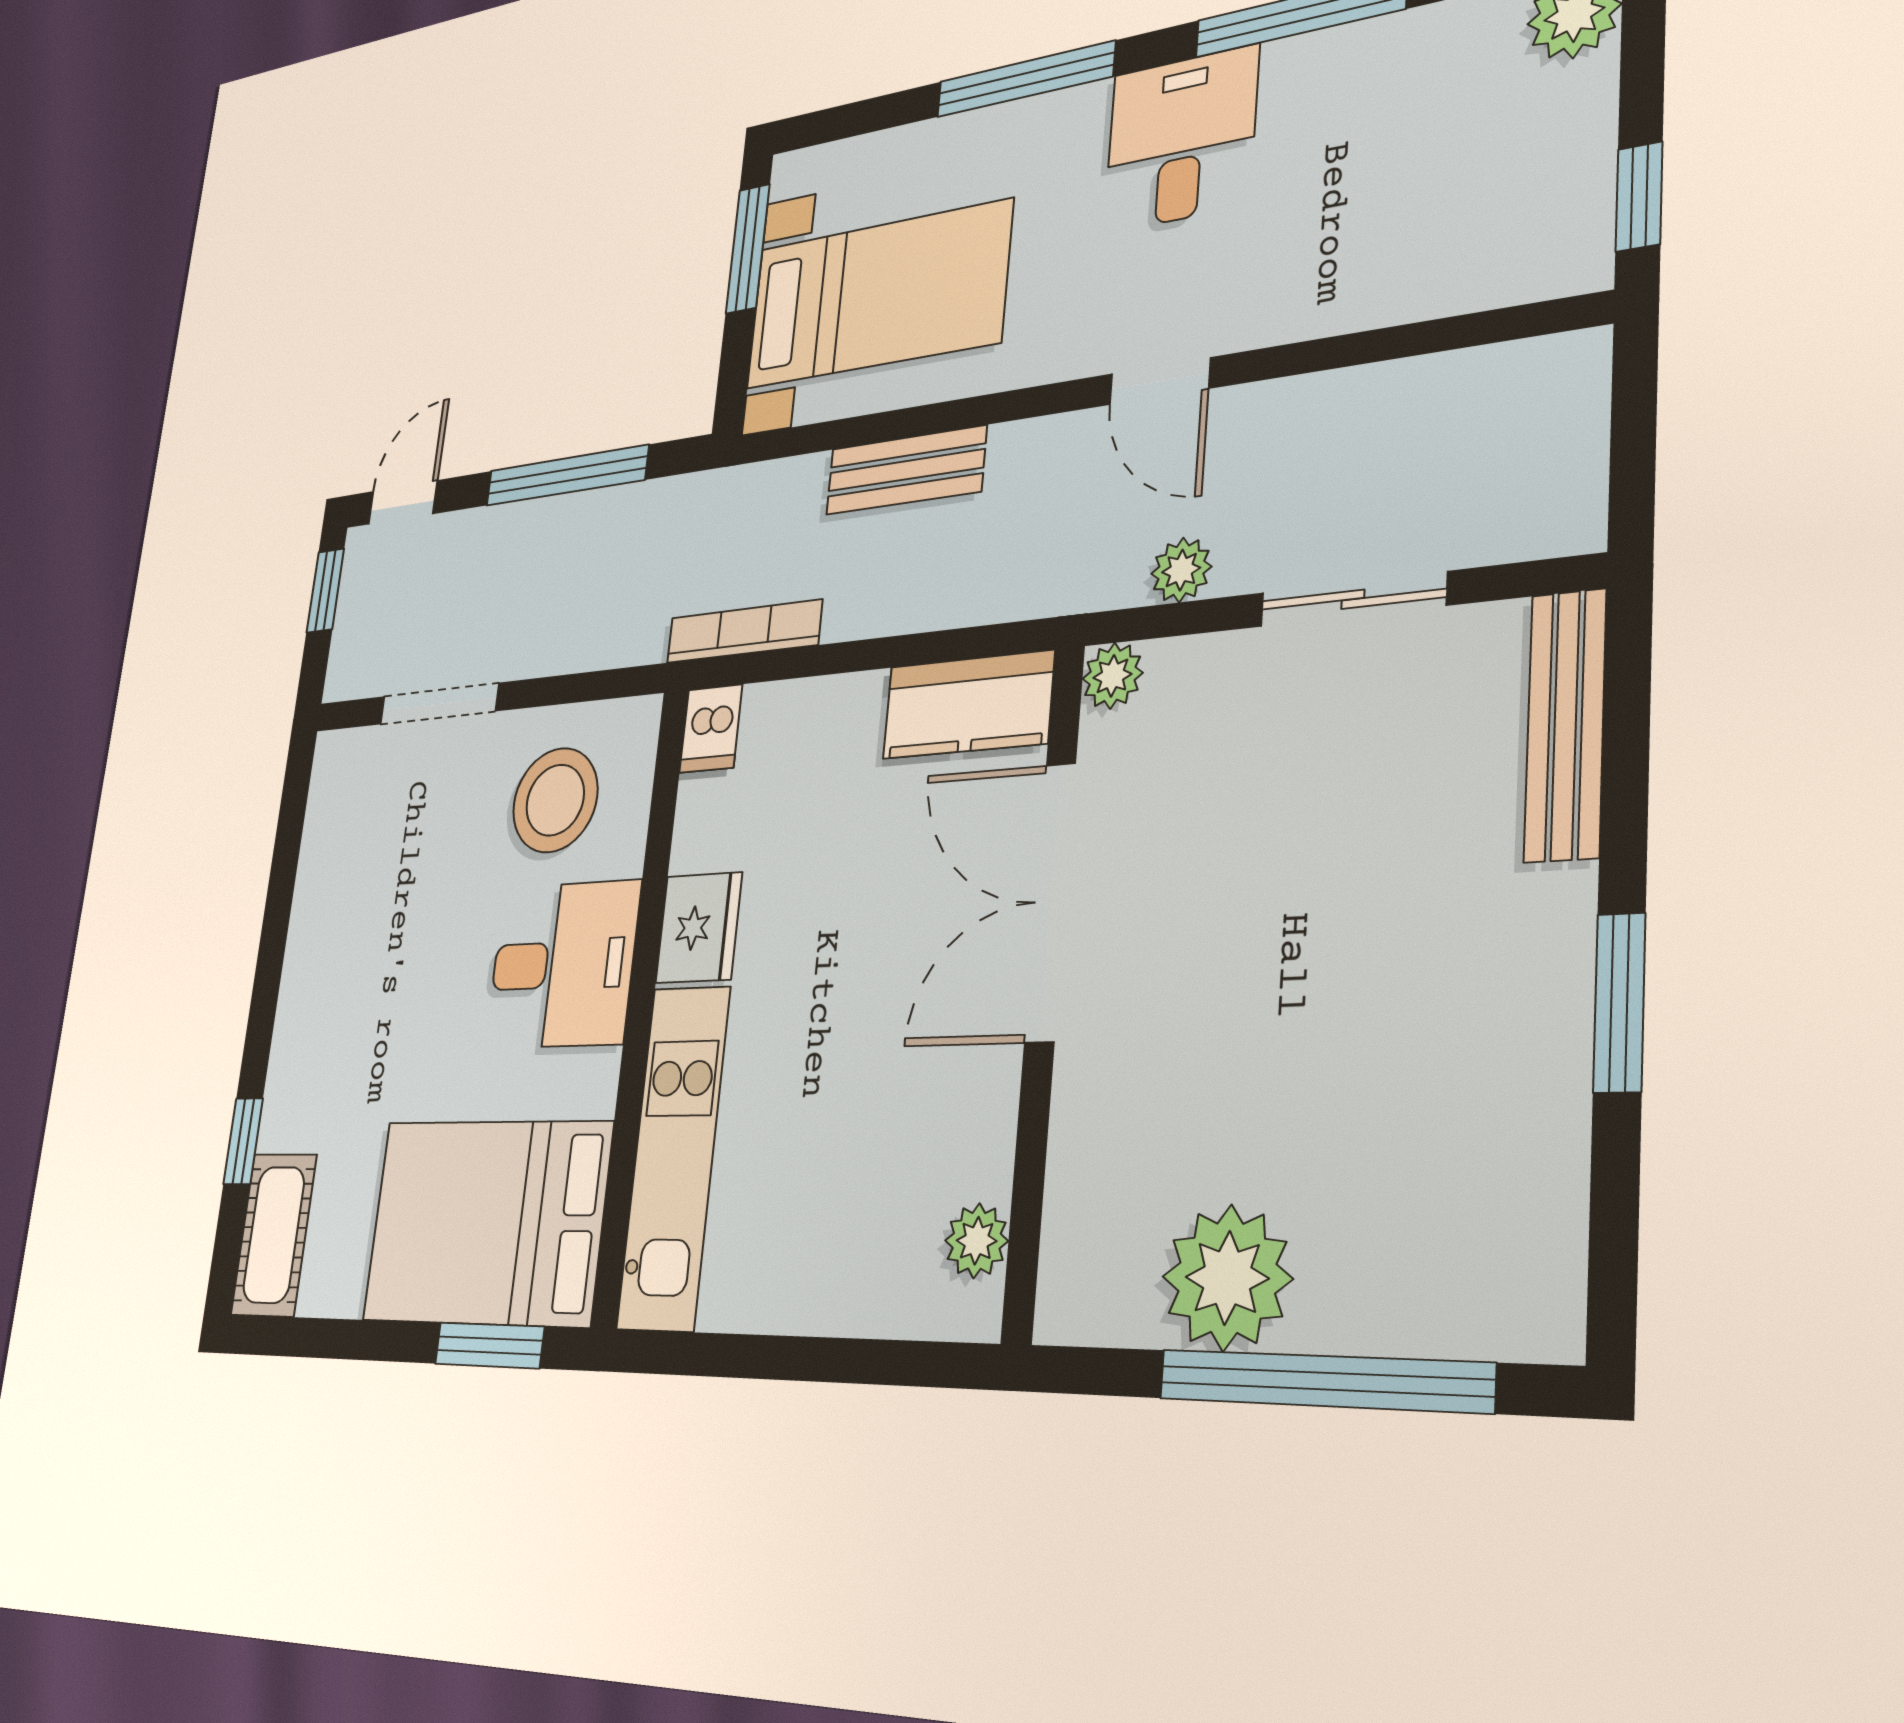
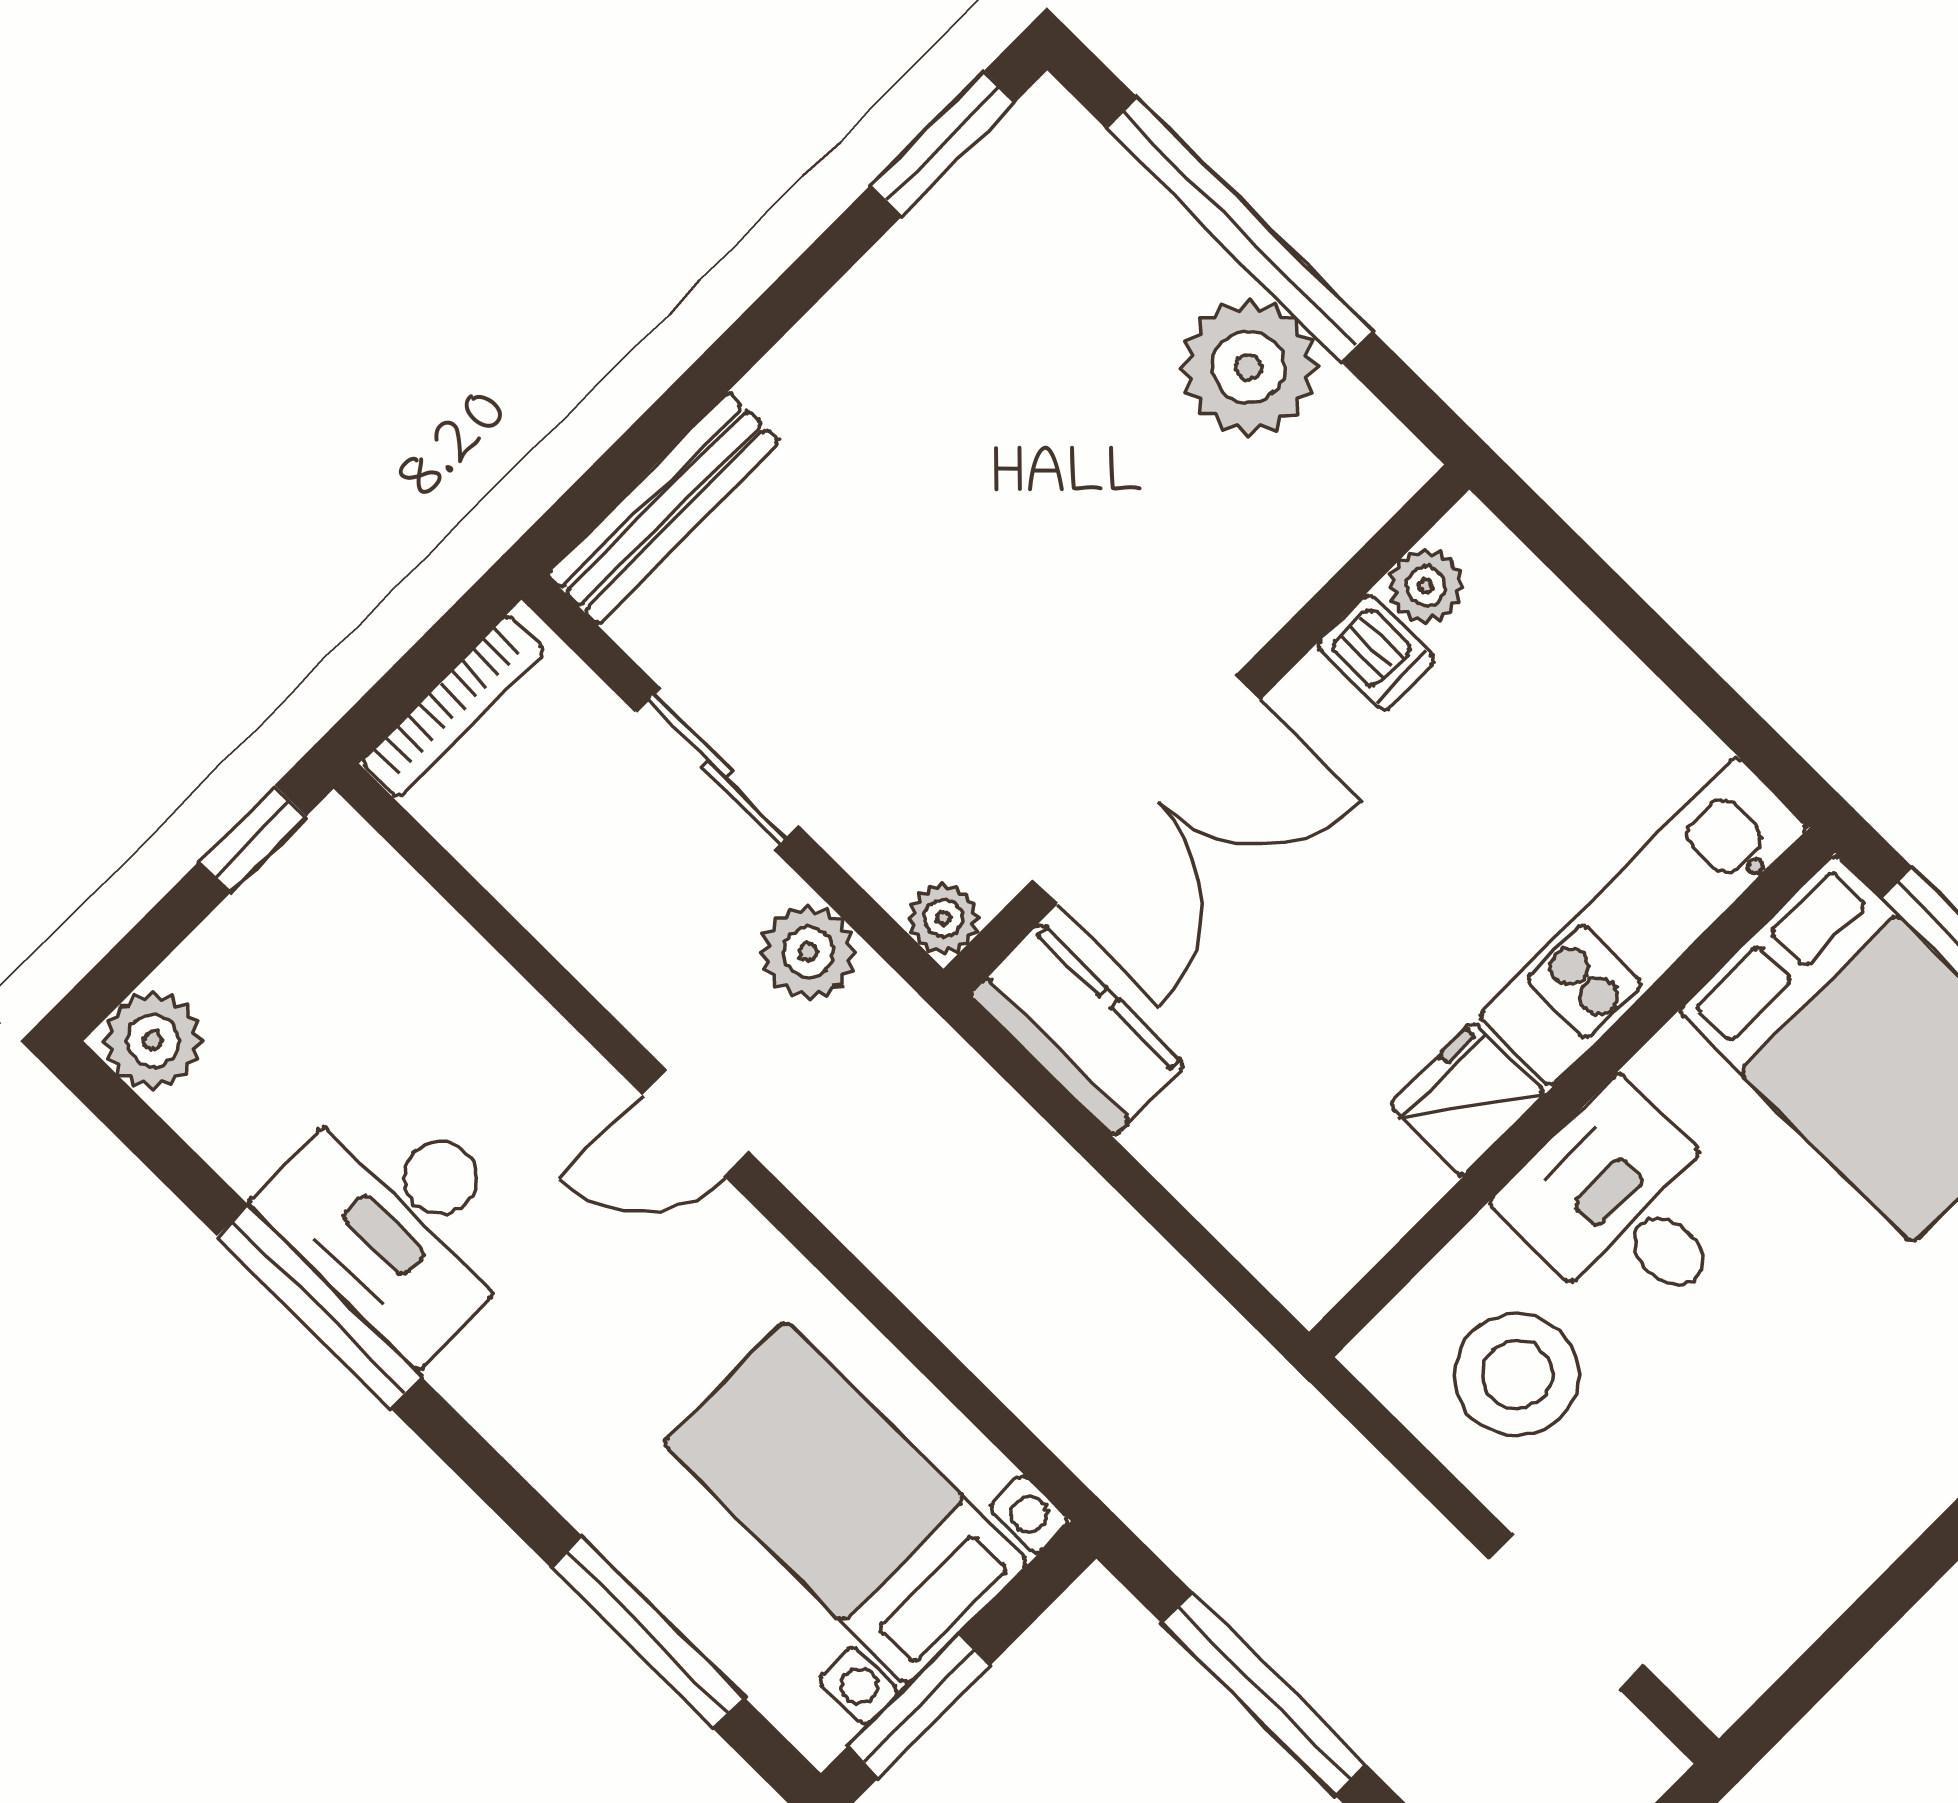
window: (1025, 79) -> (648, 1633), moved
desk: (1181, 139) -> (399, 1220), moved, width x1.37
door: (1160, 381) -> (696, 1124), swing flipped
bench: (906, 470) -> (958, 1304), removed
plant: (1181, 570) -> (808, 952), width x1.38, depth x1.38
bookcase: (744, 631) -> (454, 706), moved, turned -90
dishwasher: (711, 729) -> (1376, 652), moved, turned 90
window: (1619, 1003) -> (943, 144), moved

